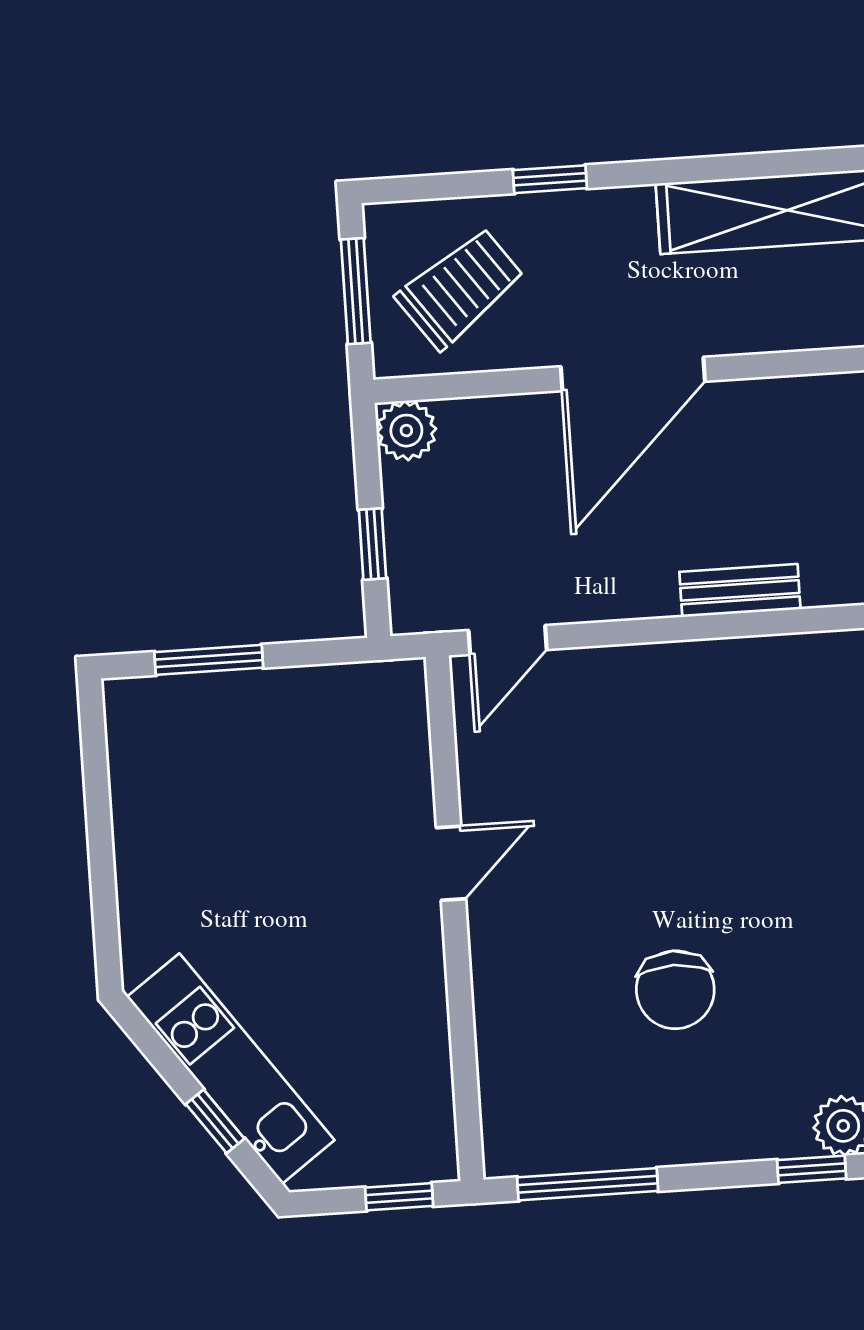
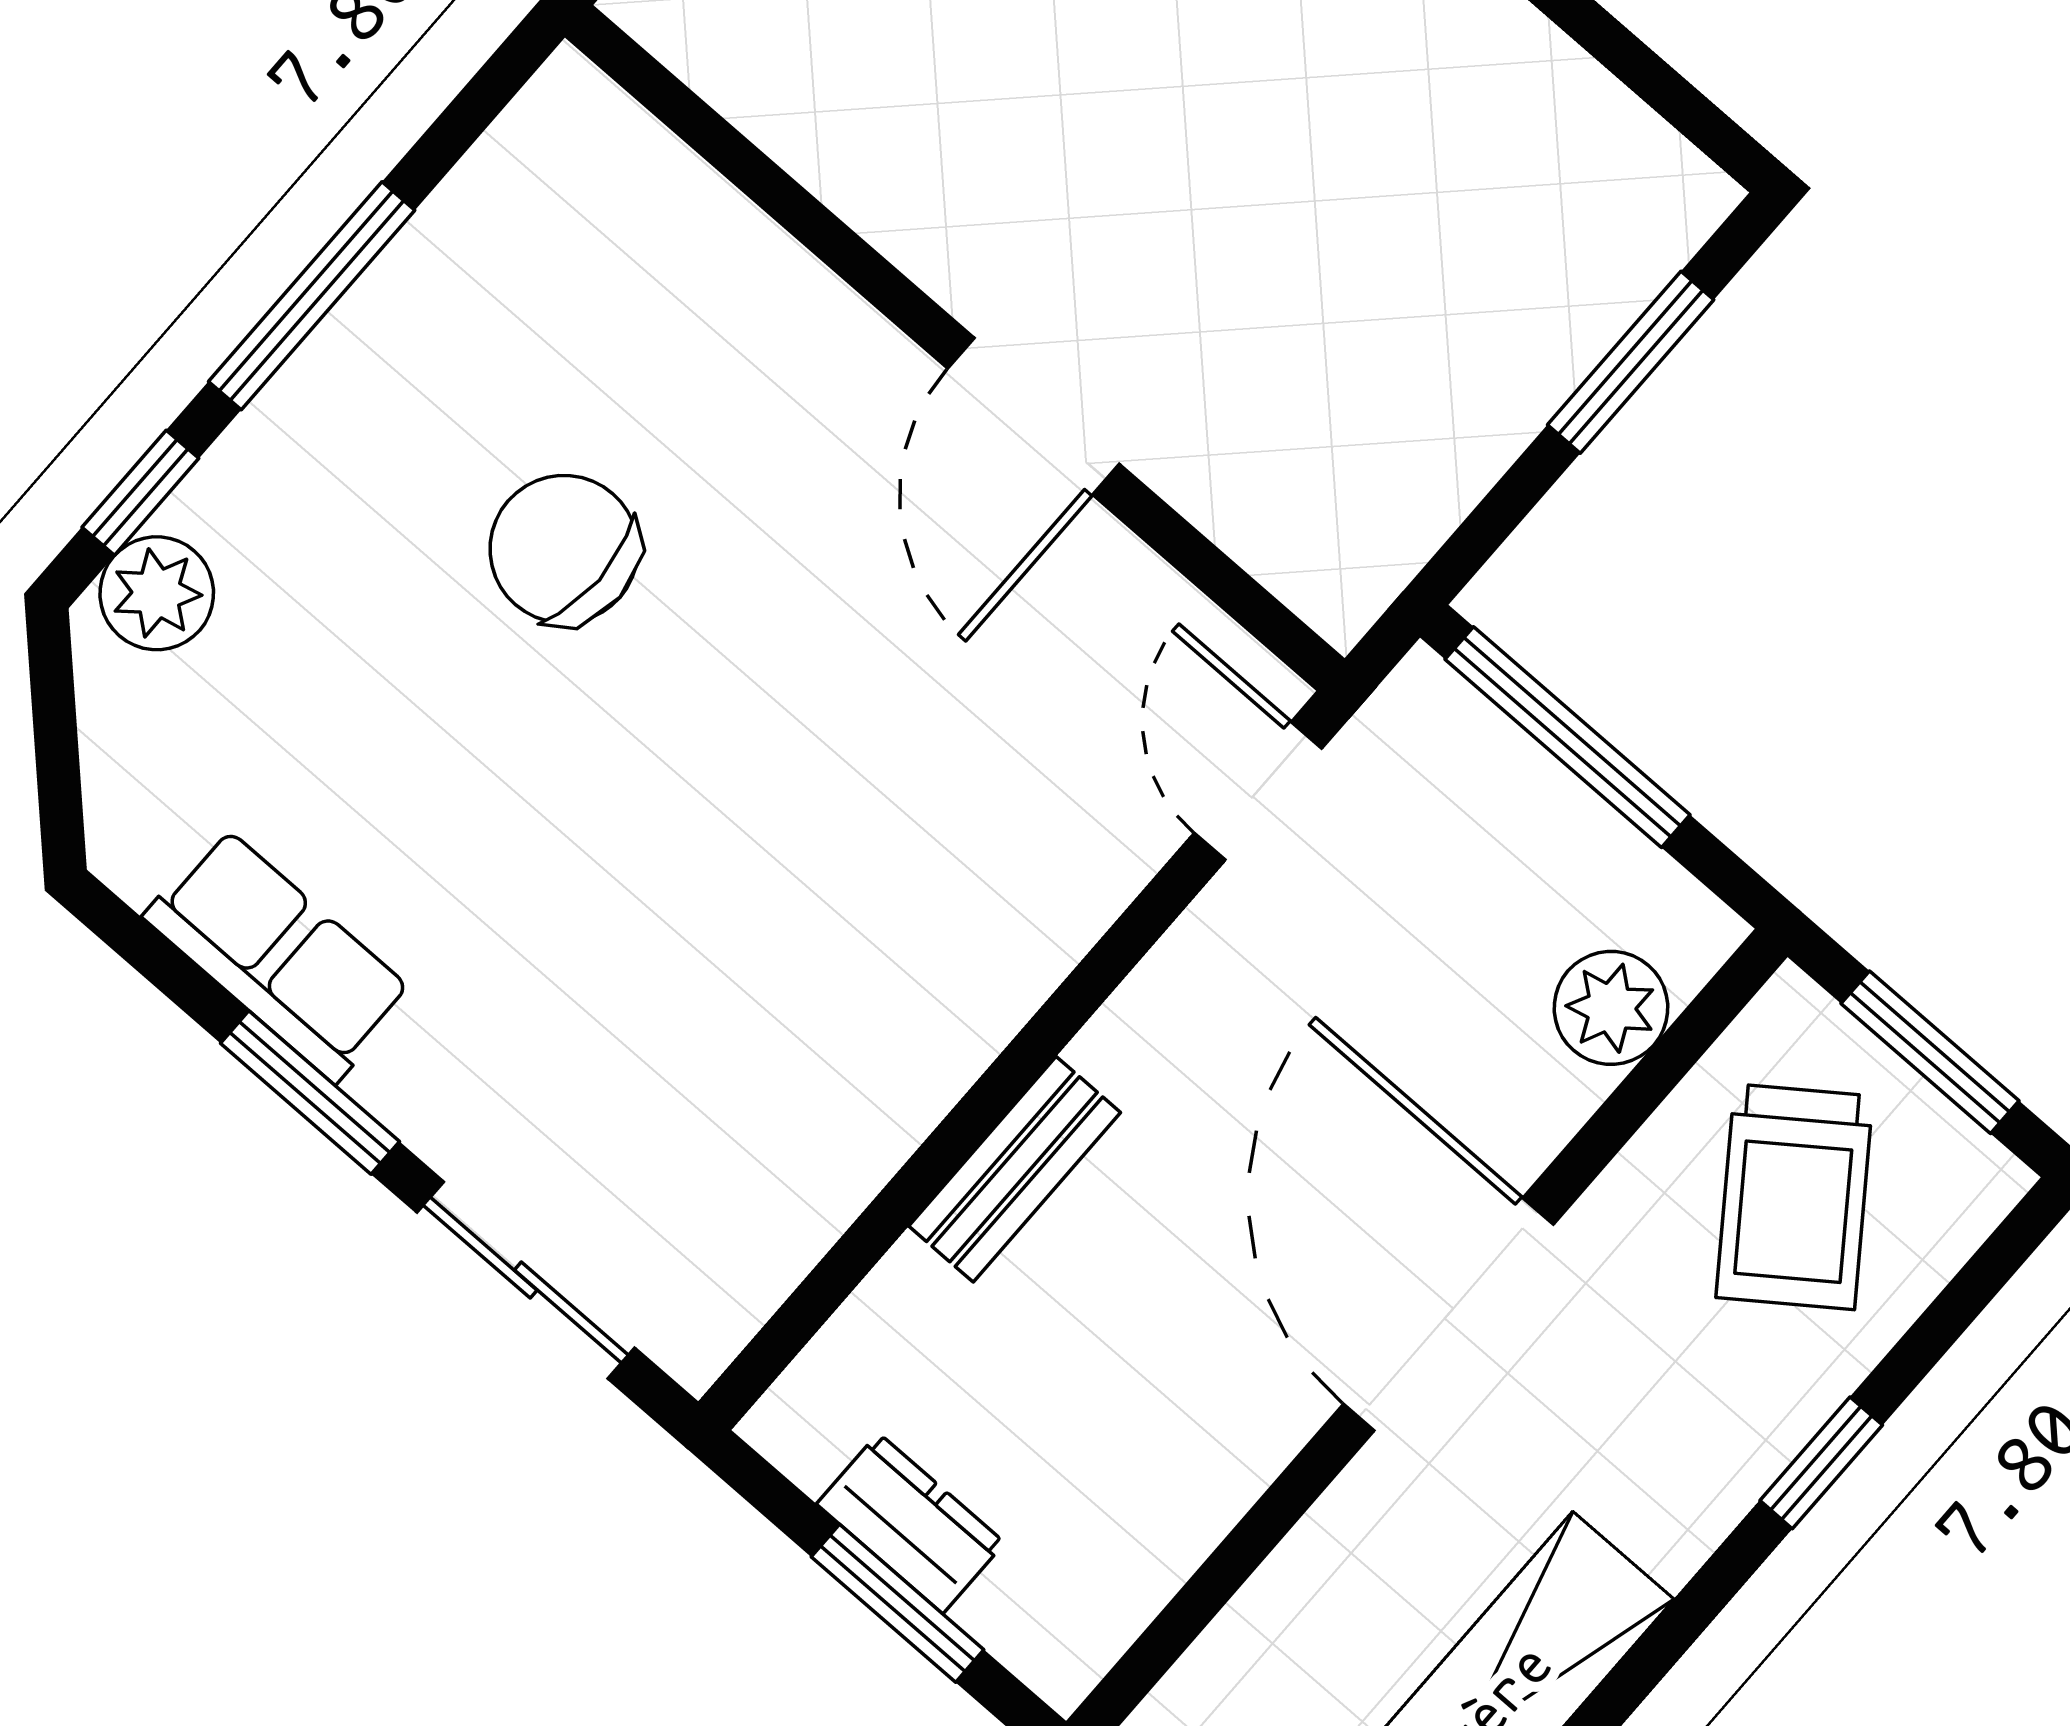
plant: (406, 431) -> (1611, 1008), moved
window: (373, 544) -> (1567, 737), width x2.17
door: (451, 863) -> (1033, 416), width x1.38
window: (588, 1184) -> (312, 296), moved

